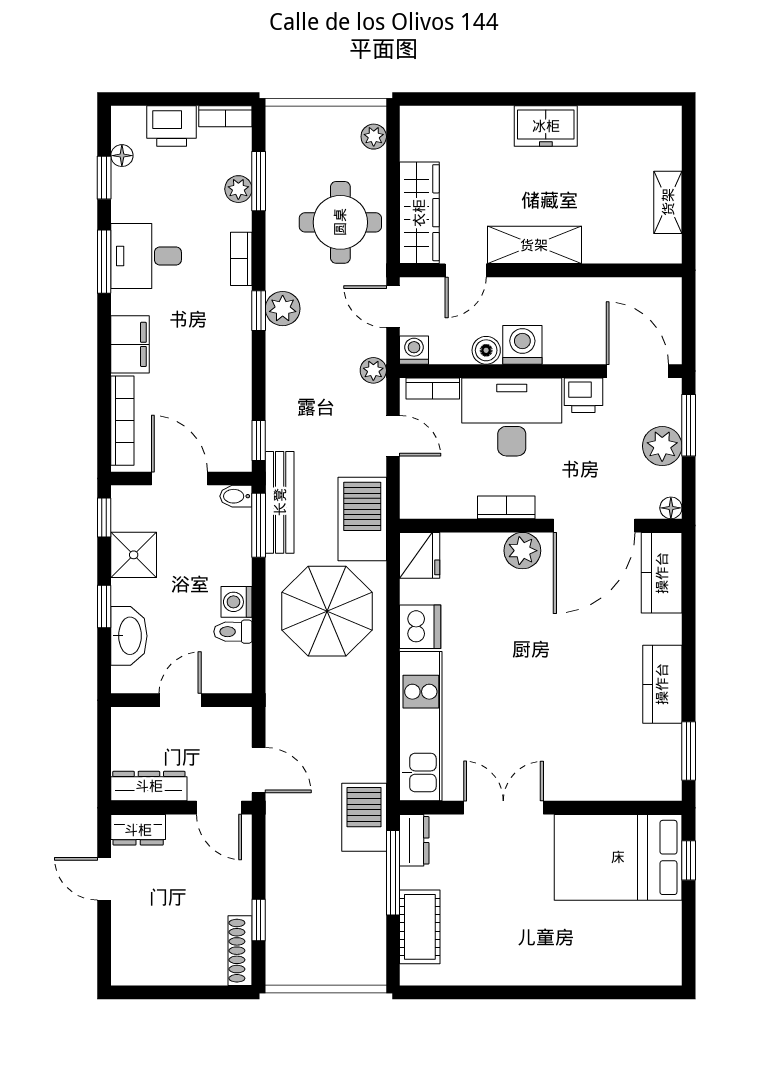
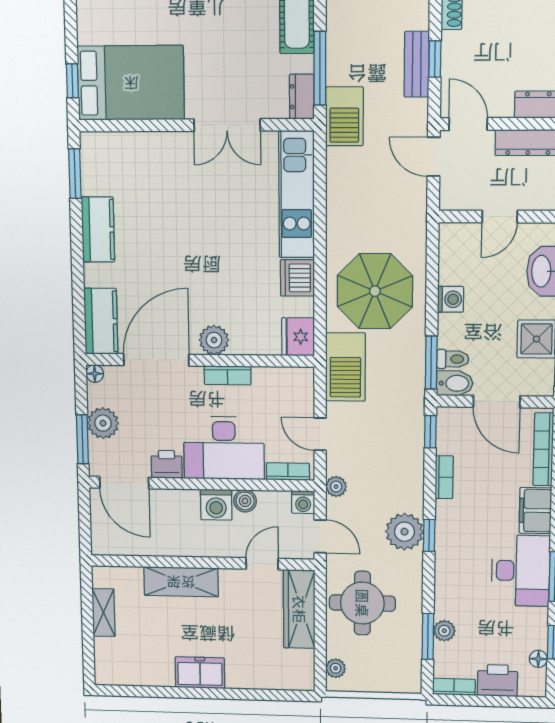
shelving: (534, 245) -> (181, 582), moved
desk: (146, 256) -> (521, 571), width x1.37
bookcase: (241, 259) -> (444, 477), moved
plant: (283, 309) -> (404, 532), width x1.36, depth x1.36
bidet: (236, 496) -> (455, 383), width x1.38, depth x1.36
bench: (280, 502) -> (417, 64), moved, width x0.73
toilet: (233, 632) -> (453, 359), moved
window: (259, 920) -> (435, 59), moved

